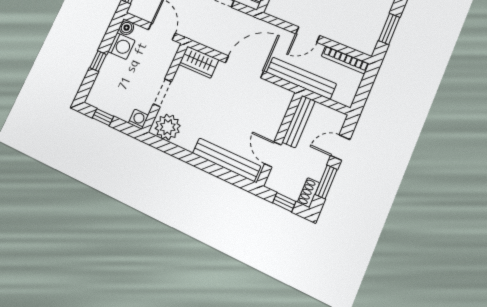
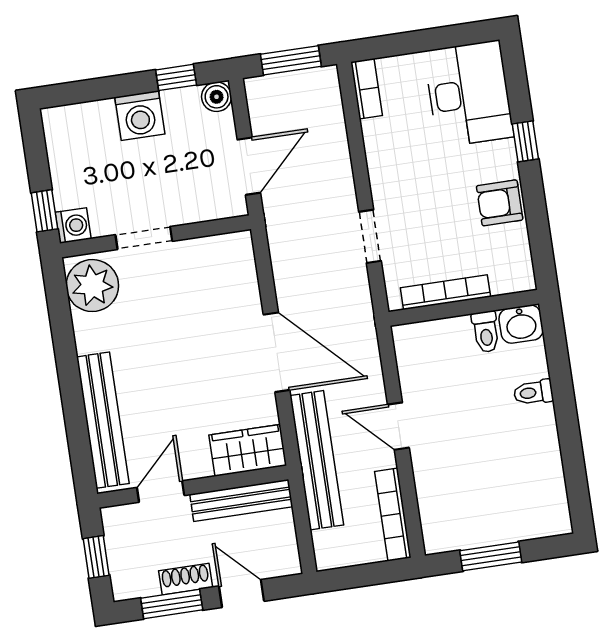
washing machine: (121, 46) -> (140, 116), moved
window: (98, 61) -> (176, 77), moved
wardrobe: (199, 62) -> (248, 450), moved, turned 90
window: (103, 117) -> (44, 211), moved
shoe rack: (309, 193) -> (186, 579), moved

